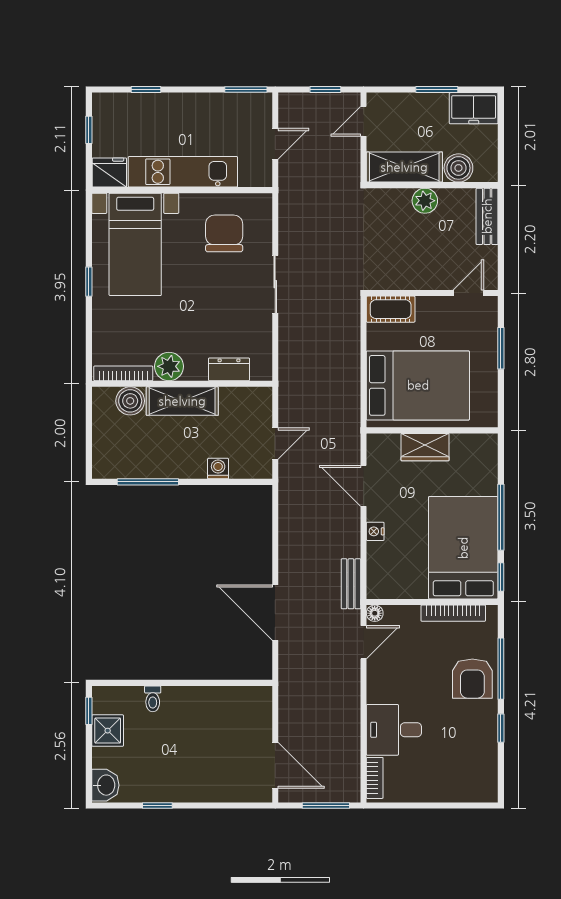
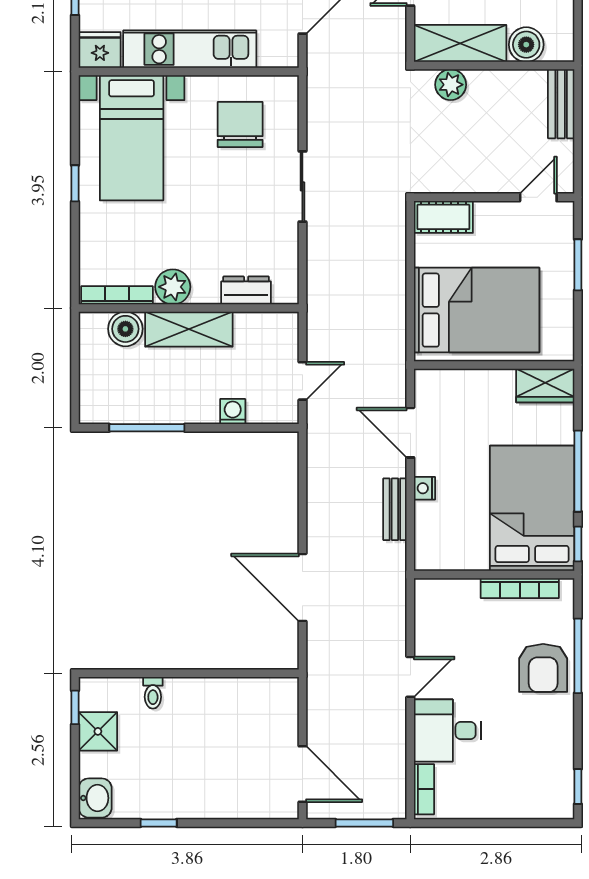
plant: (425, 201) -> (451, 85), moved
wardrobe: (425, 447) -> (545, 385), moved
bench: (351, 584) -> (395, 509), moved
floor lamp: (375, 613) -> (424, 588), removed
door: (364, 642) -> (410, 677), moved
window: (501, 728) -> (578, 786), moved

